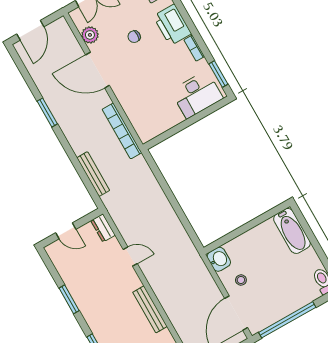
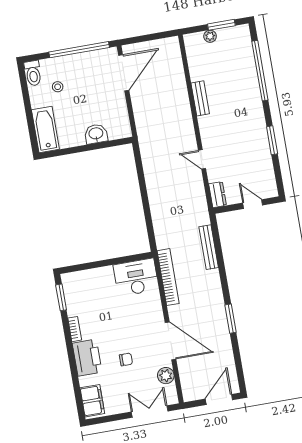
desk: (197, 95) -> (136, 277), moved
washbasin: (219, 259) -> (96, 134), moved, turned 90
stool: (241, 280) -> (58, 87), moved
bench: (150, 309) -> (200, 98), width x0.73

